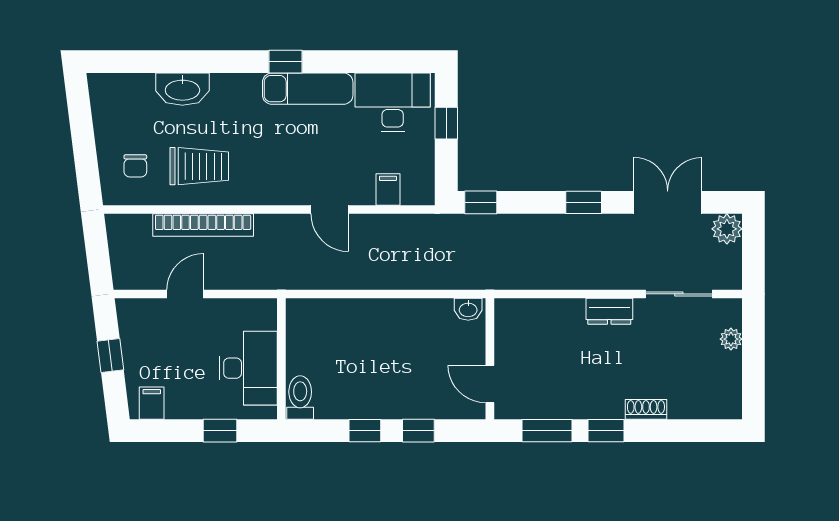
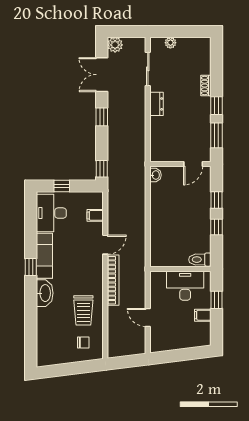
washbasin: (182, 89) -> (45, 293), moved
trolley: (199, 166) -> (83, 310), turned 180
bookcase: (203, 225) -> (113, 280), moved
window: (110, 356) -> (179, 355), removed
filing cabinet: (152, 403) -> (203, 315), moved

